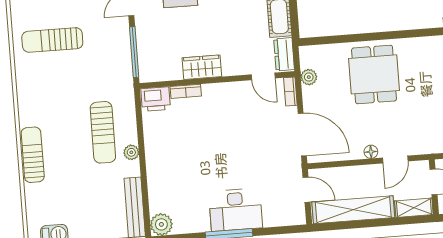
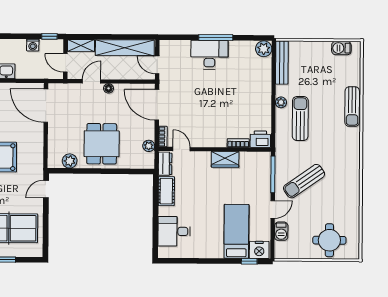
sun lounger: (52, 40) -> (304, 181), moved, turned 145
plant: (416, 47) -> (70, 161), added

